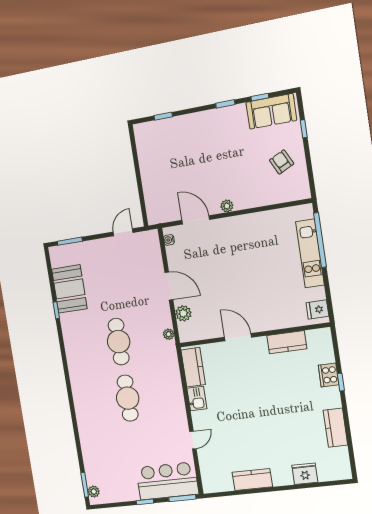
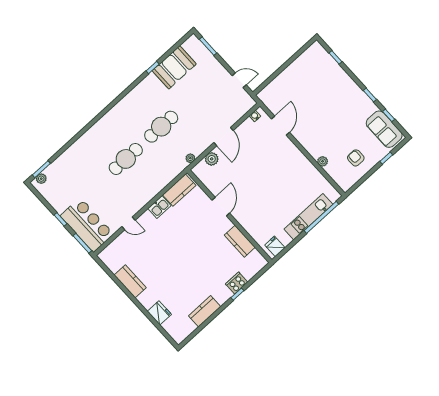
armchair: (282, 162) -> (356, 158), turned -64
plant: (227, 206) -> (323, 161), moved

